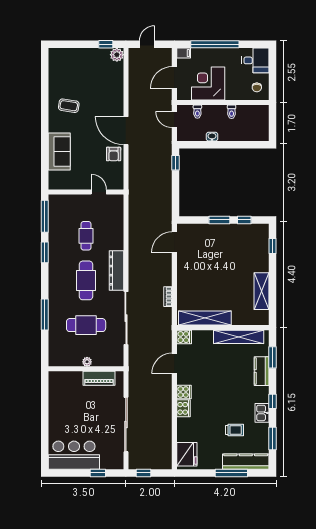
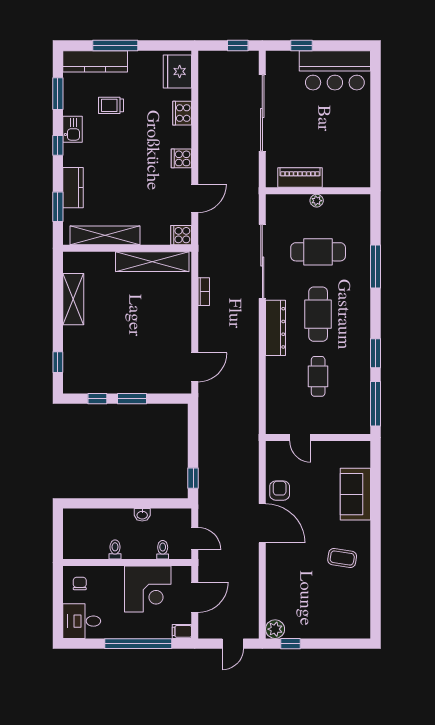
cooker: (183, 408) -> (182, 113), moved

